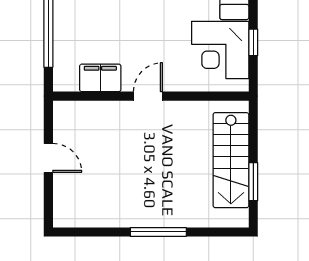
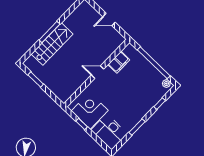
door: (148, 96) -> (98, 72), swing flipped
stairs: (231, 160) -> (52, 44), moved, turned 90

